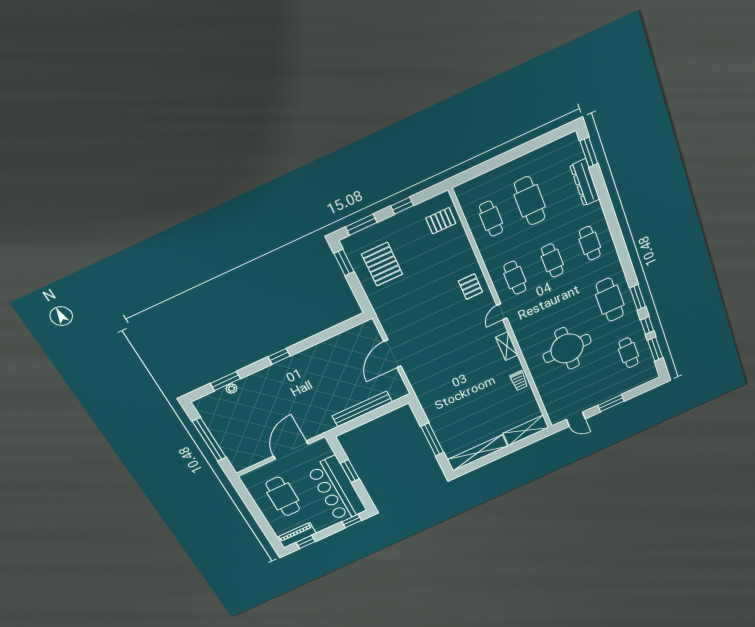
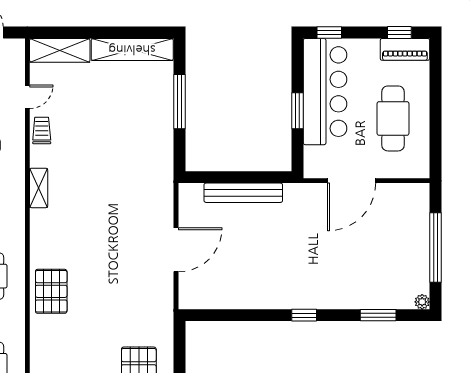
pallet: (470, 287) -> (51, 291), width x1.50, depth x1.42
door: (502, 312) -> (27, 97), moved
plant: (231, 389) -> (422, 302), moved

